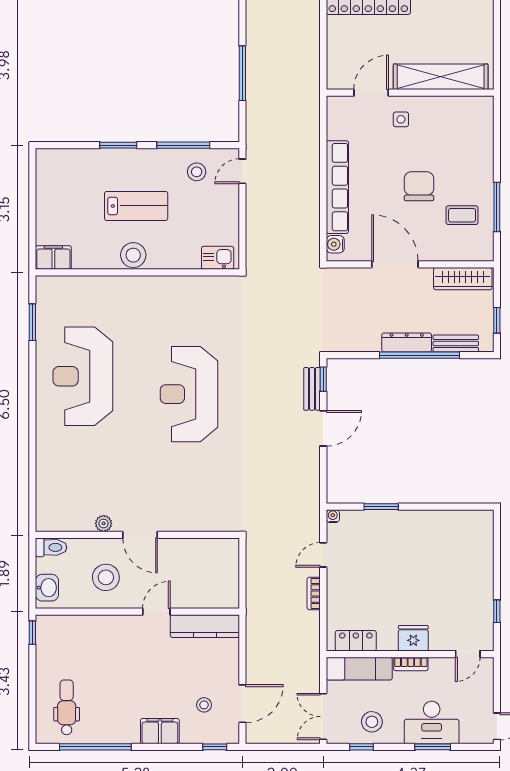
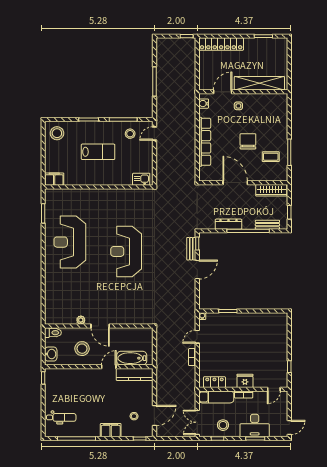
water cooler: (335, 244) -> (204, 104), moved
stool: (133, 255) -> (57, 133), moved
dresser: (407, 342) -> (229, 224), moved
bathtub: (200, 595) -> (132, 358), added
dental chair: (67, 707) -> (61, 417), turned 90

